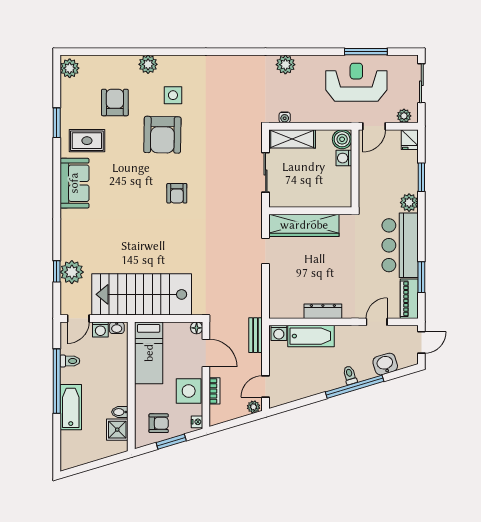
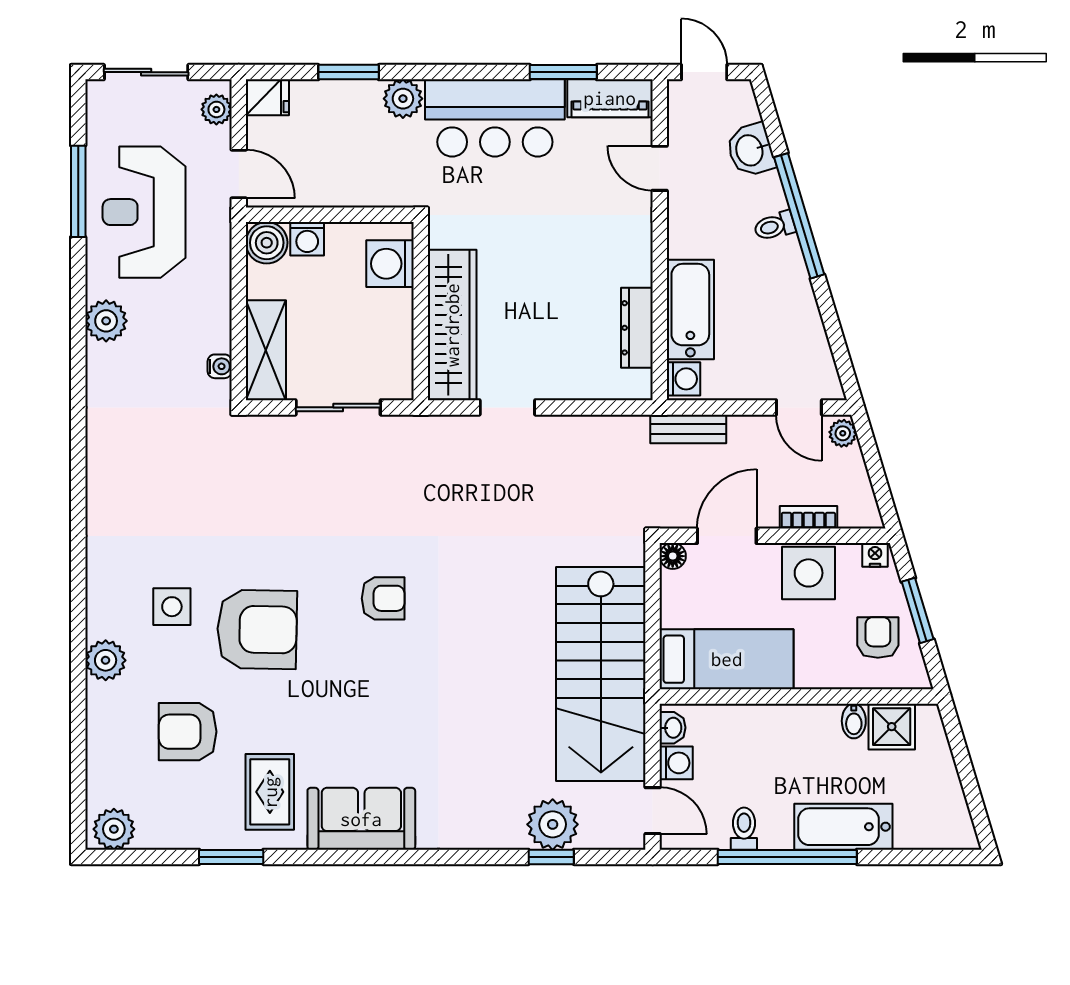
plant: (285, 65) -> (106, 321), moved
washing machine: (332, 197) -> (390, 264), added
dresser: (323, 311) -> (637, 328), moved

